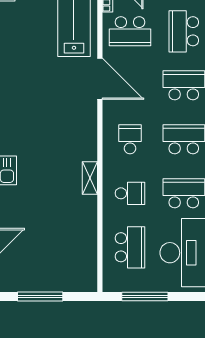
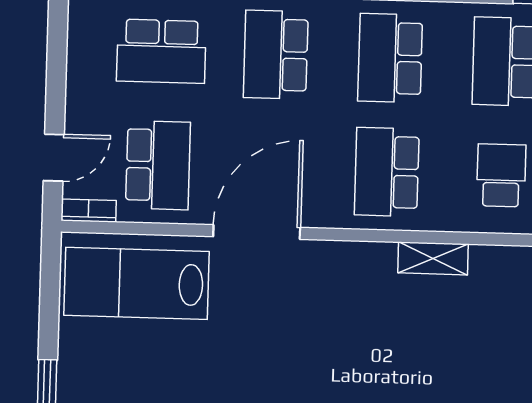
school desk: (130, 139) -> (387, 172), width x1.85
shelving: (90, 178) -> (433, 258), moved

